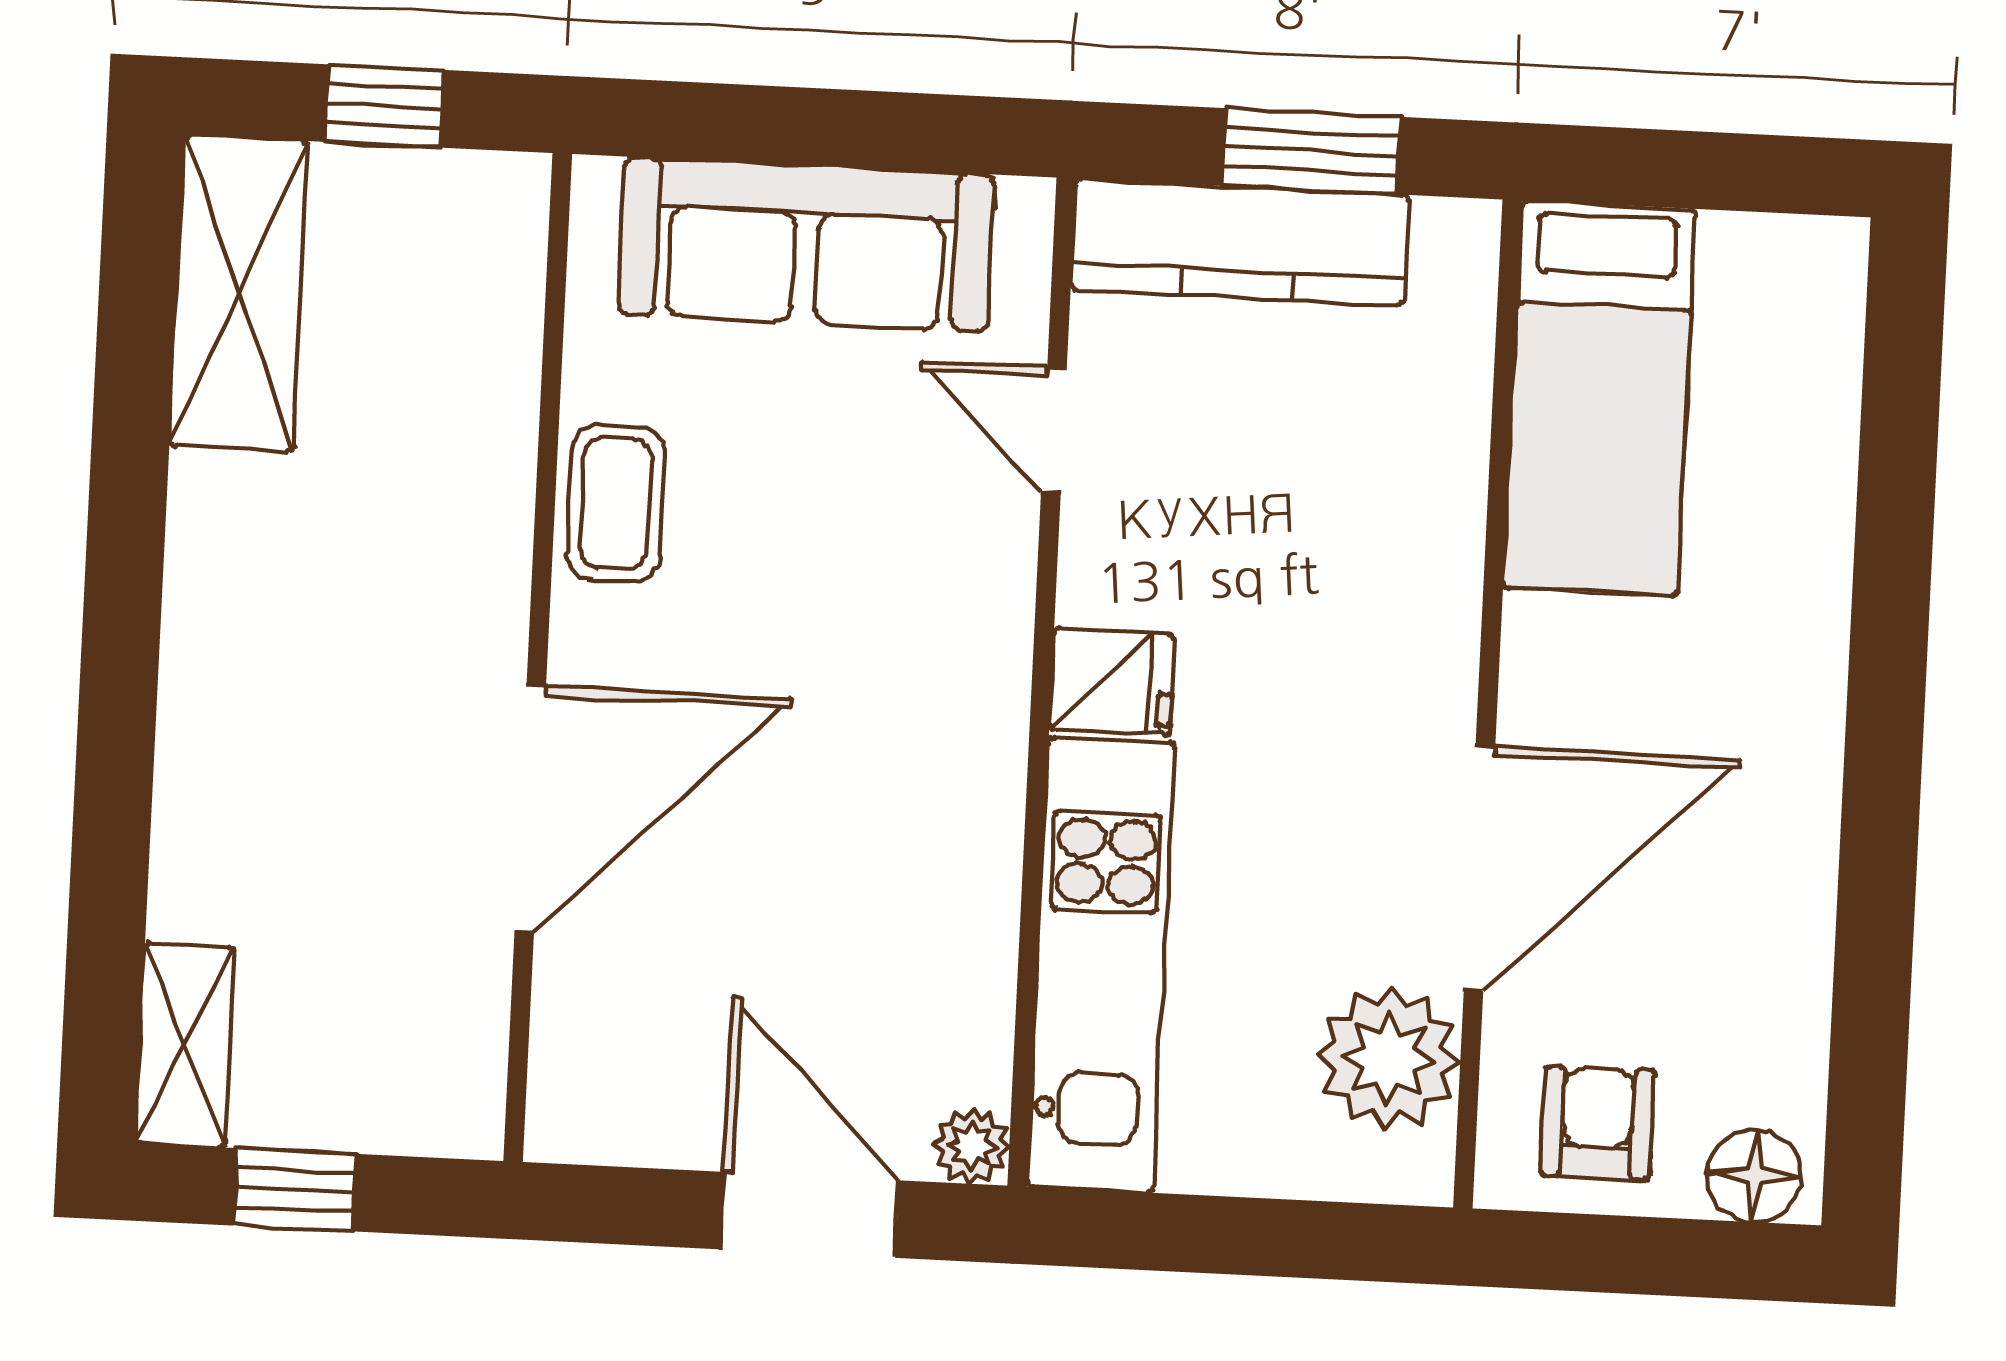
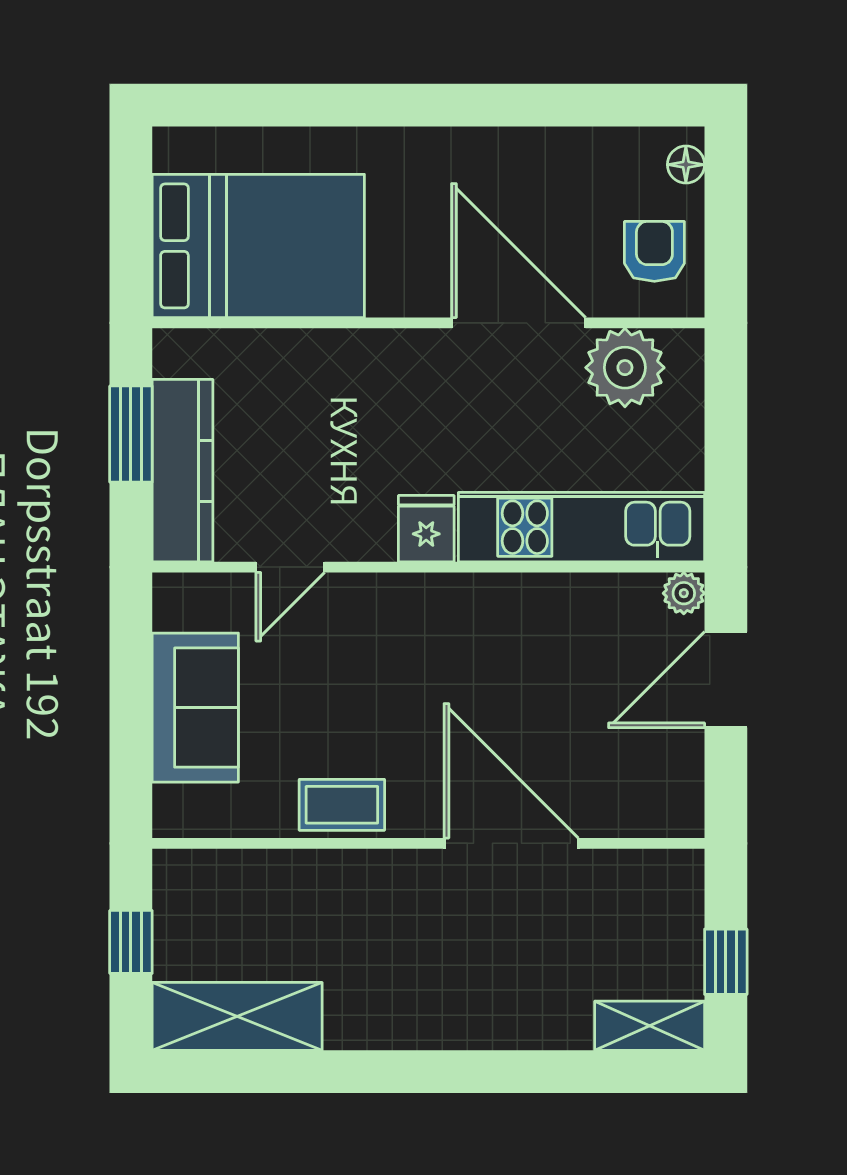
sofa: (806, 244) -> (195, 708), width x0.73
bed: (1600, 398) -> (258, 246), width x1.50
armchair: (1598, 1123) -> (654, 251), turned 90
floor lamp: (1754, 1176) -> (686, 165), width x0.73, depth x0.73

